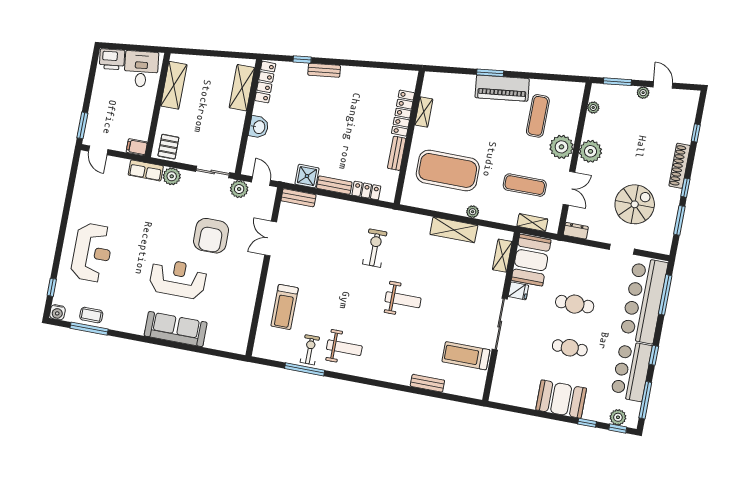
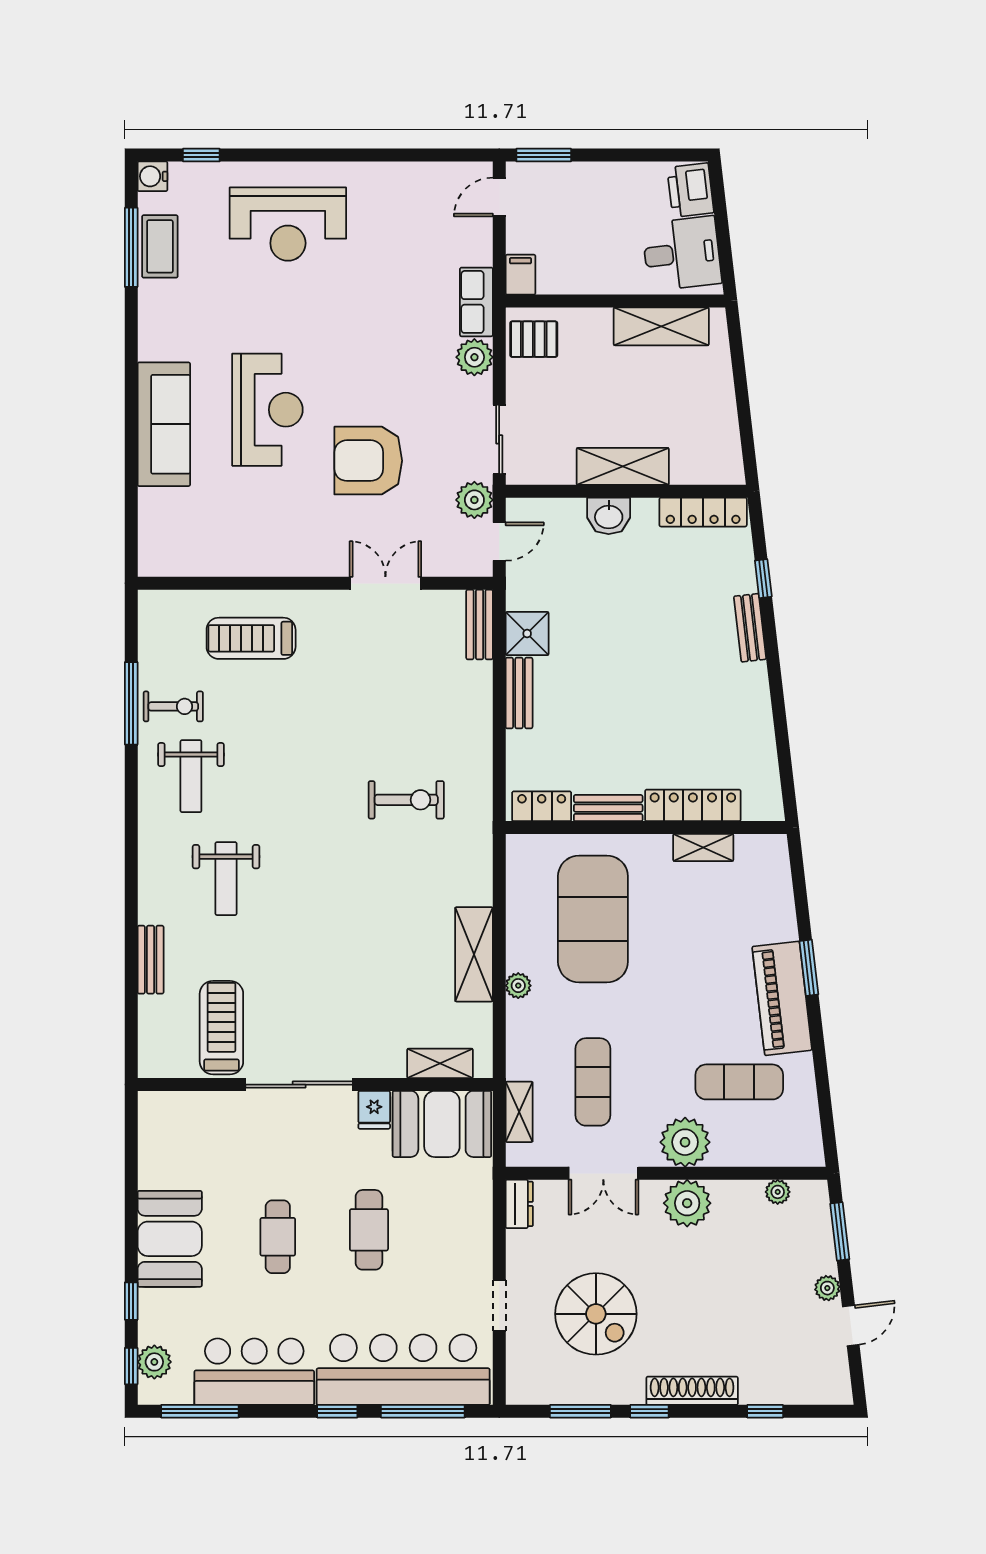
shelving: (242, 88) -> (623, 466), moved
locker: (366, 191) -> (542, 806), moved, turned -90
weight bench: (403, 300) -> (226, 879), moved
coffee table: (91, 315) -> (160, 246), width x1.36, depth x1.30
window: (654, 355) -> (337, 1411), moved

